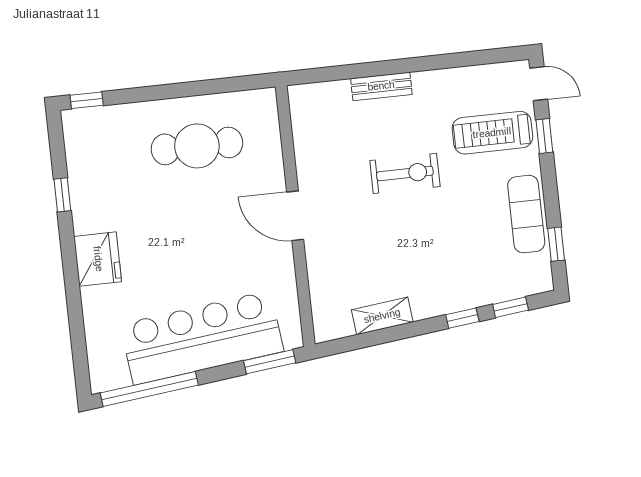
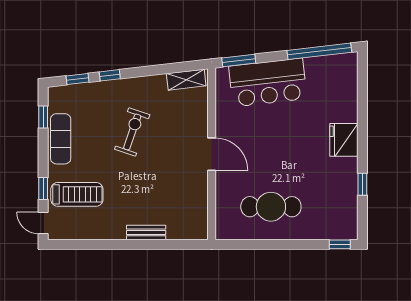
exercise bike: (405, 173) -> (132, 132), moved, turned 109
shelving: (382, 316) -> (186, 80), moved
bar counter: (202, 338) -> (268, 82), width x0.73

